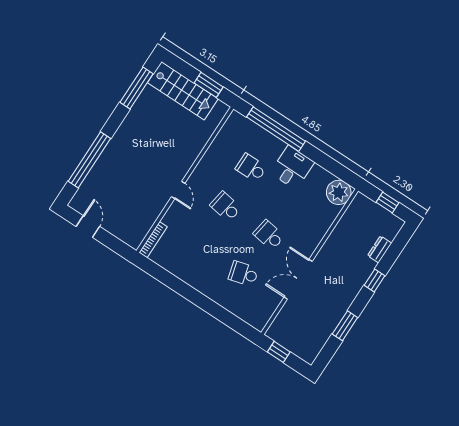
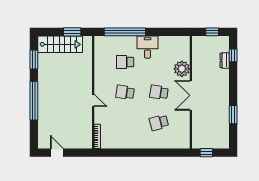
window: (137, 88) -> (34, 59), width x0.69
window: (89, 160) -> (34, 101), moved
plant: (339, 192) -> (182, 69), moved
double door: (298, 279) -> (191, 95), moved
window: (375, 281) -> (233, 55), moved

